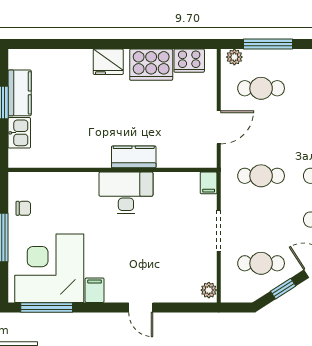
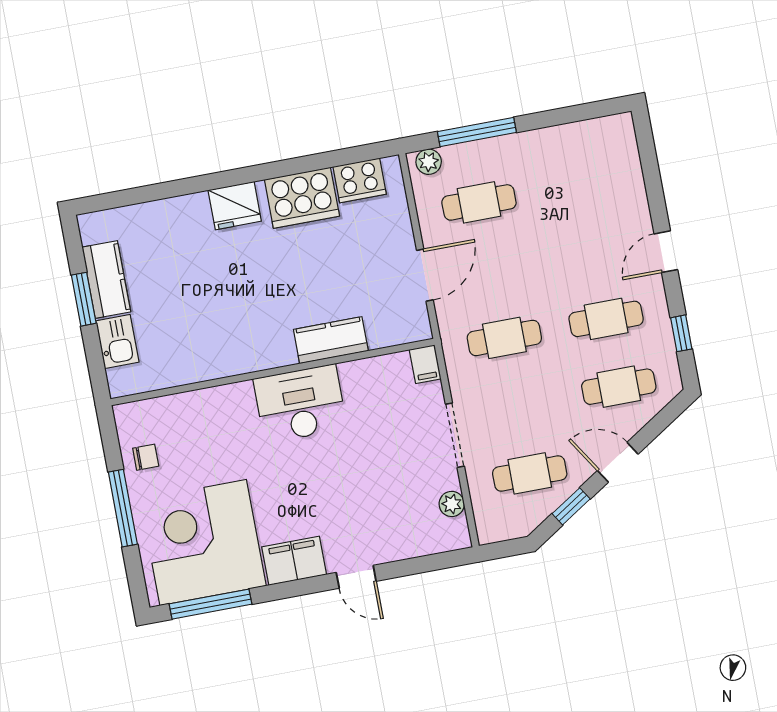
kitchen counter: (134, 157) -> (331, 340), moved
filing cabinet: (95, 290) -> (294, 561), width x2.00
plant: (209, 290) -> (452, 504), moved

